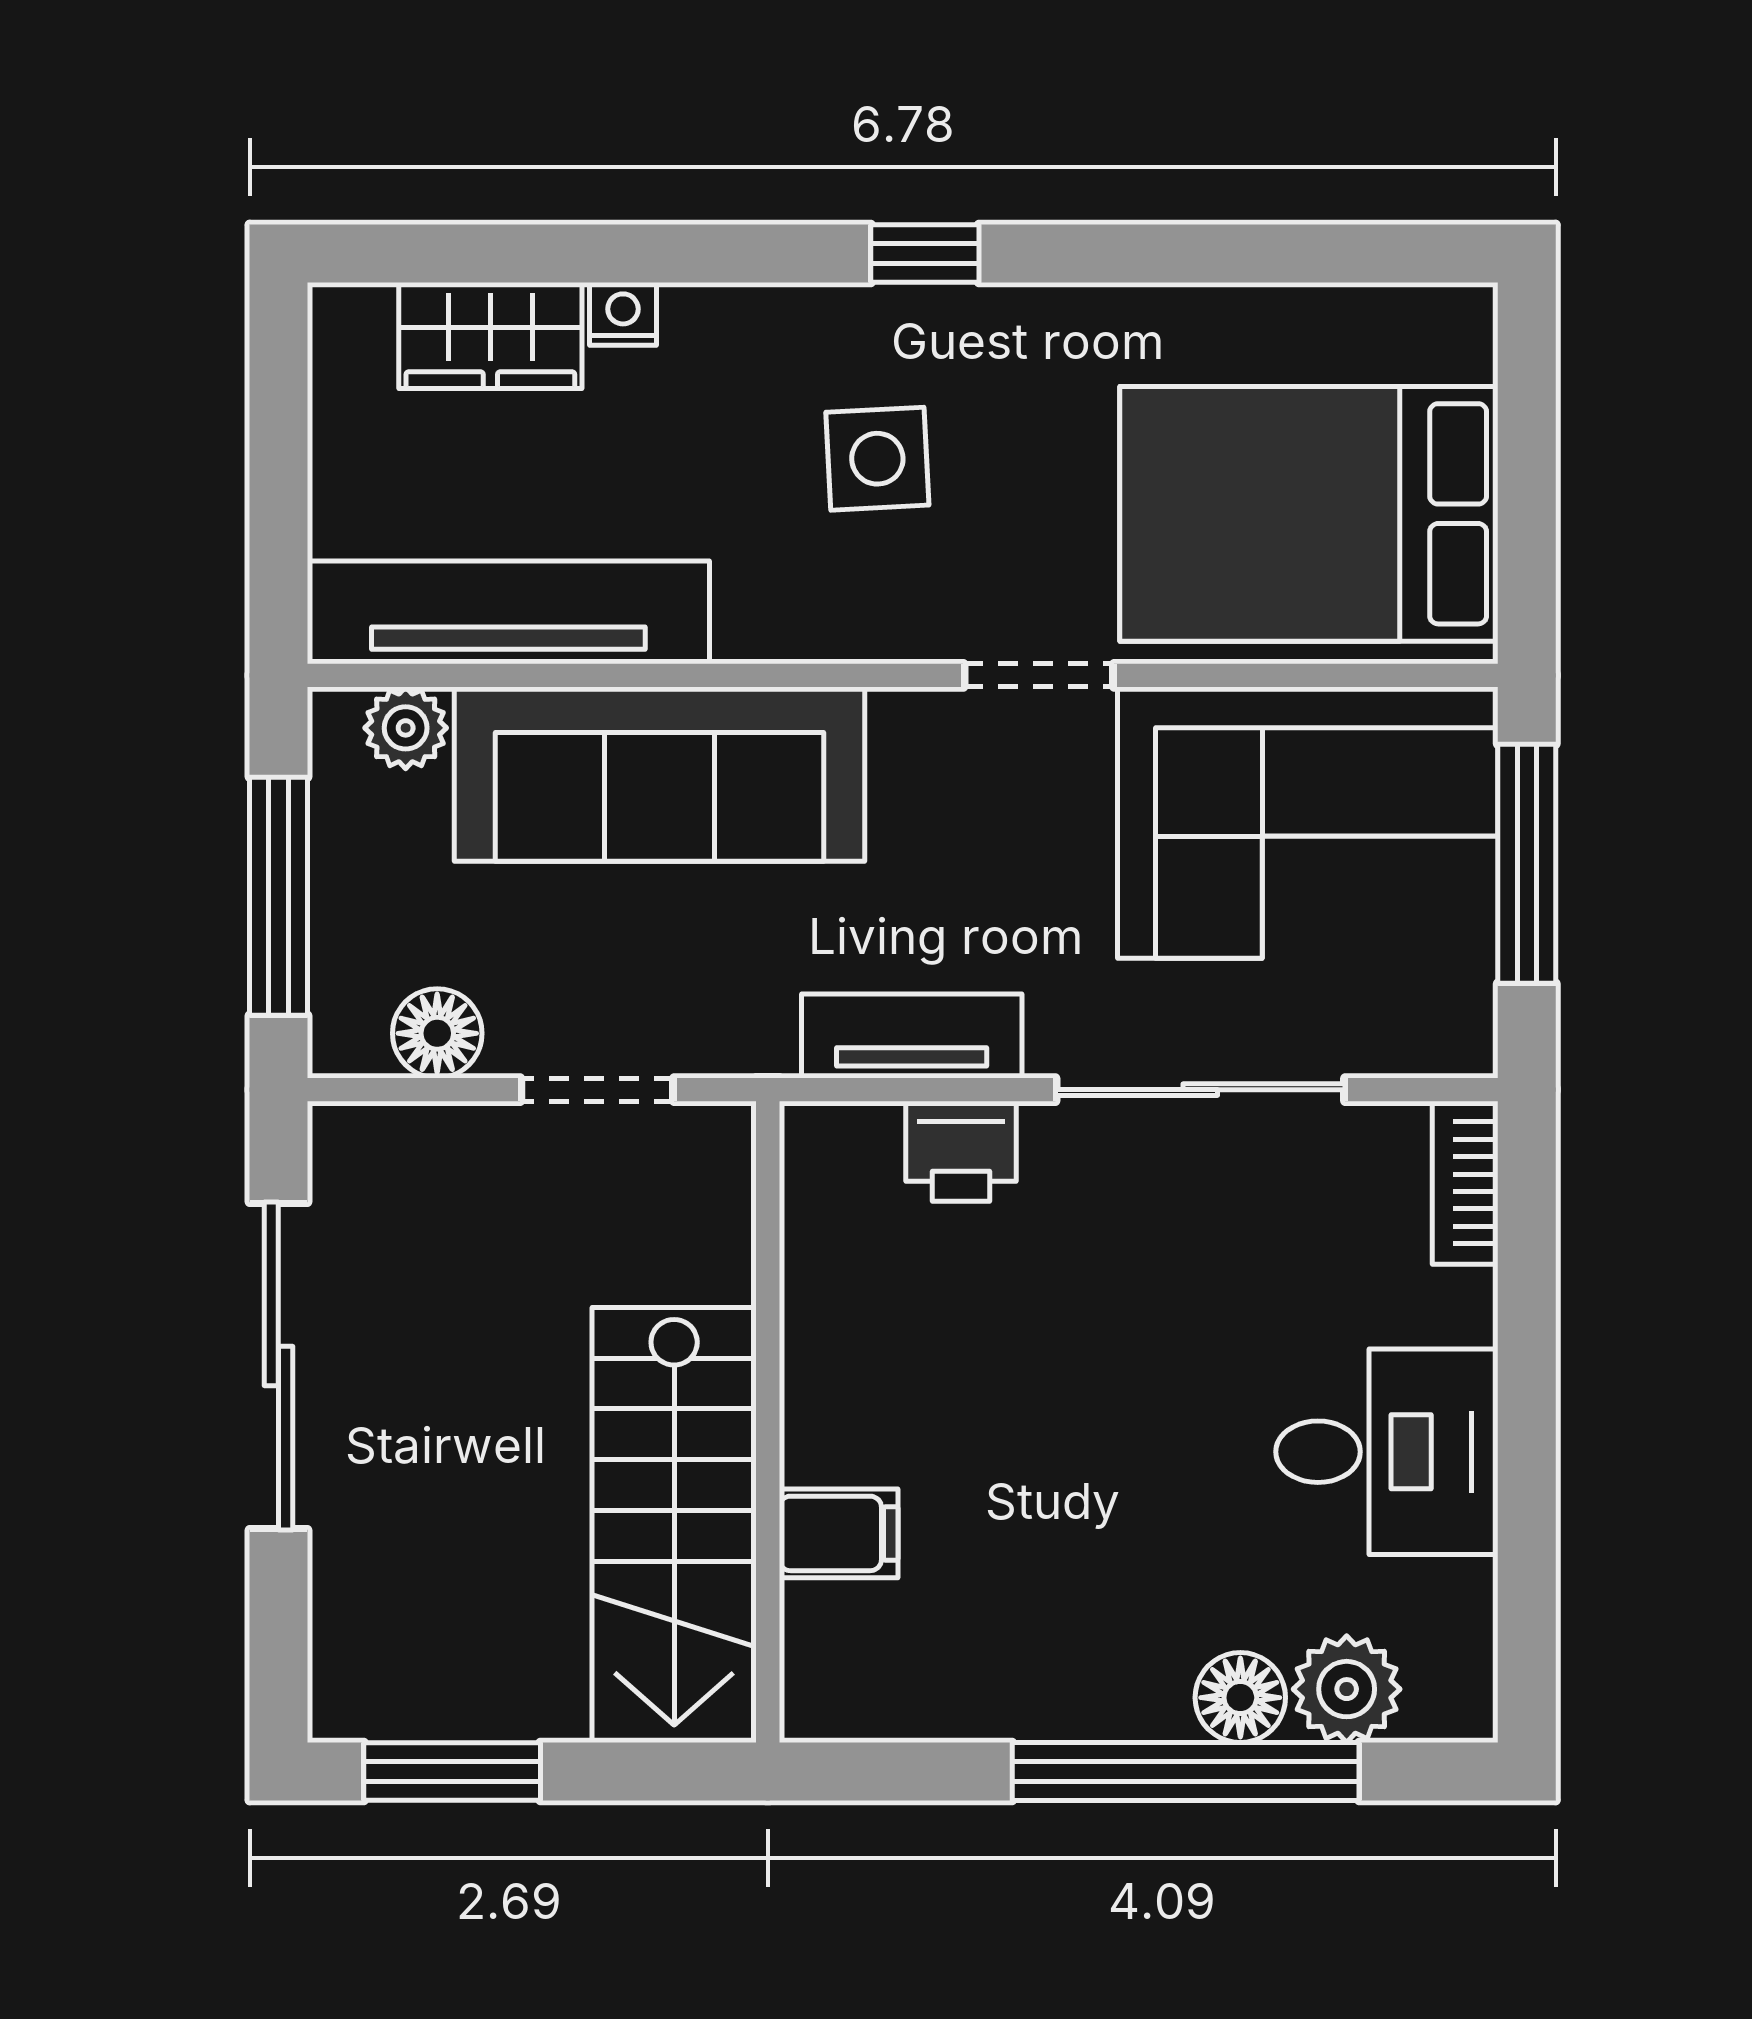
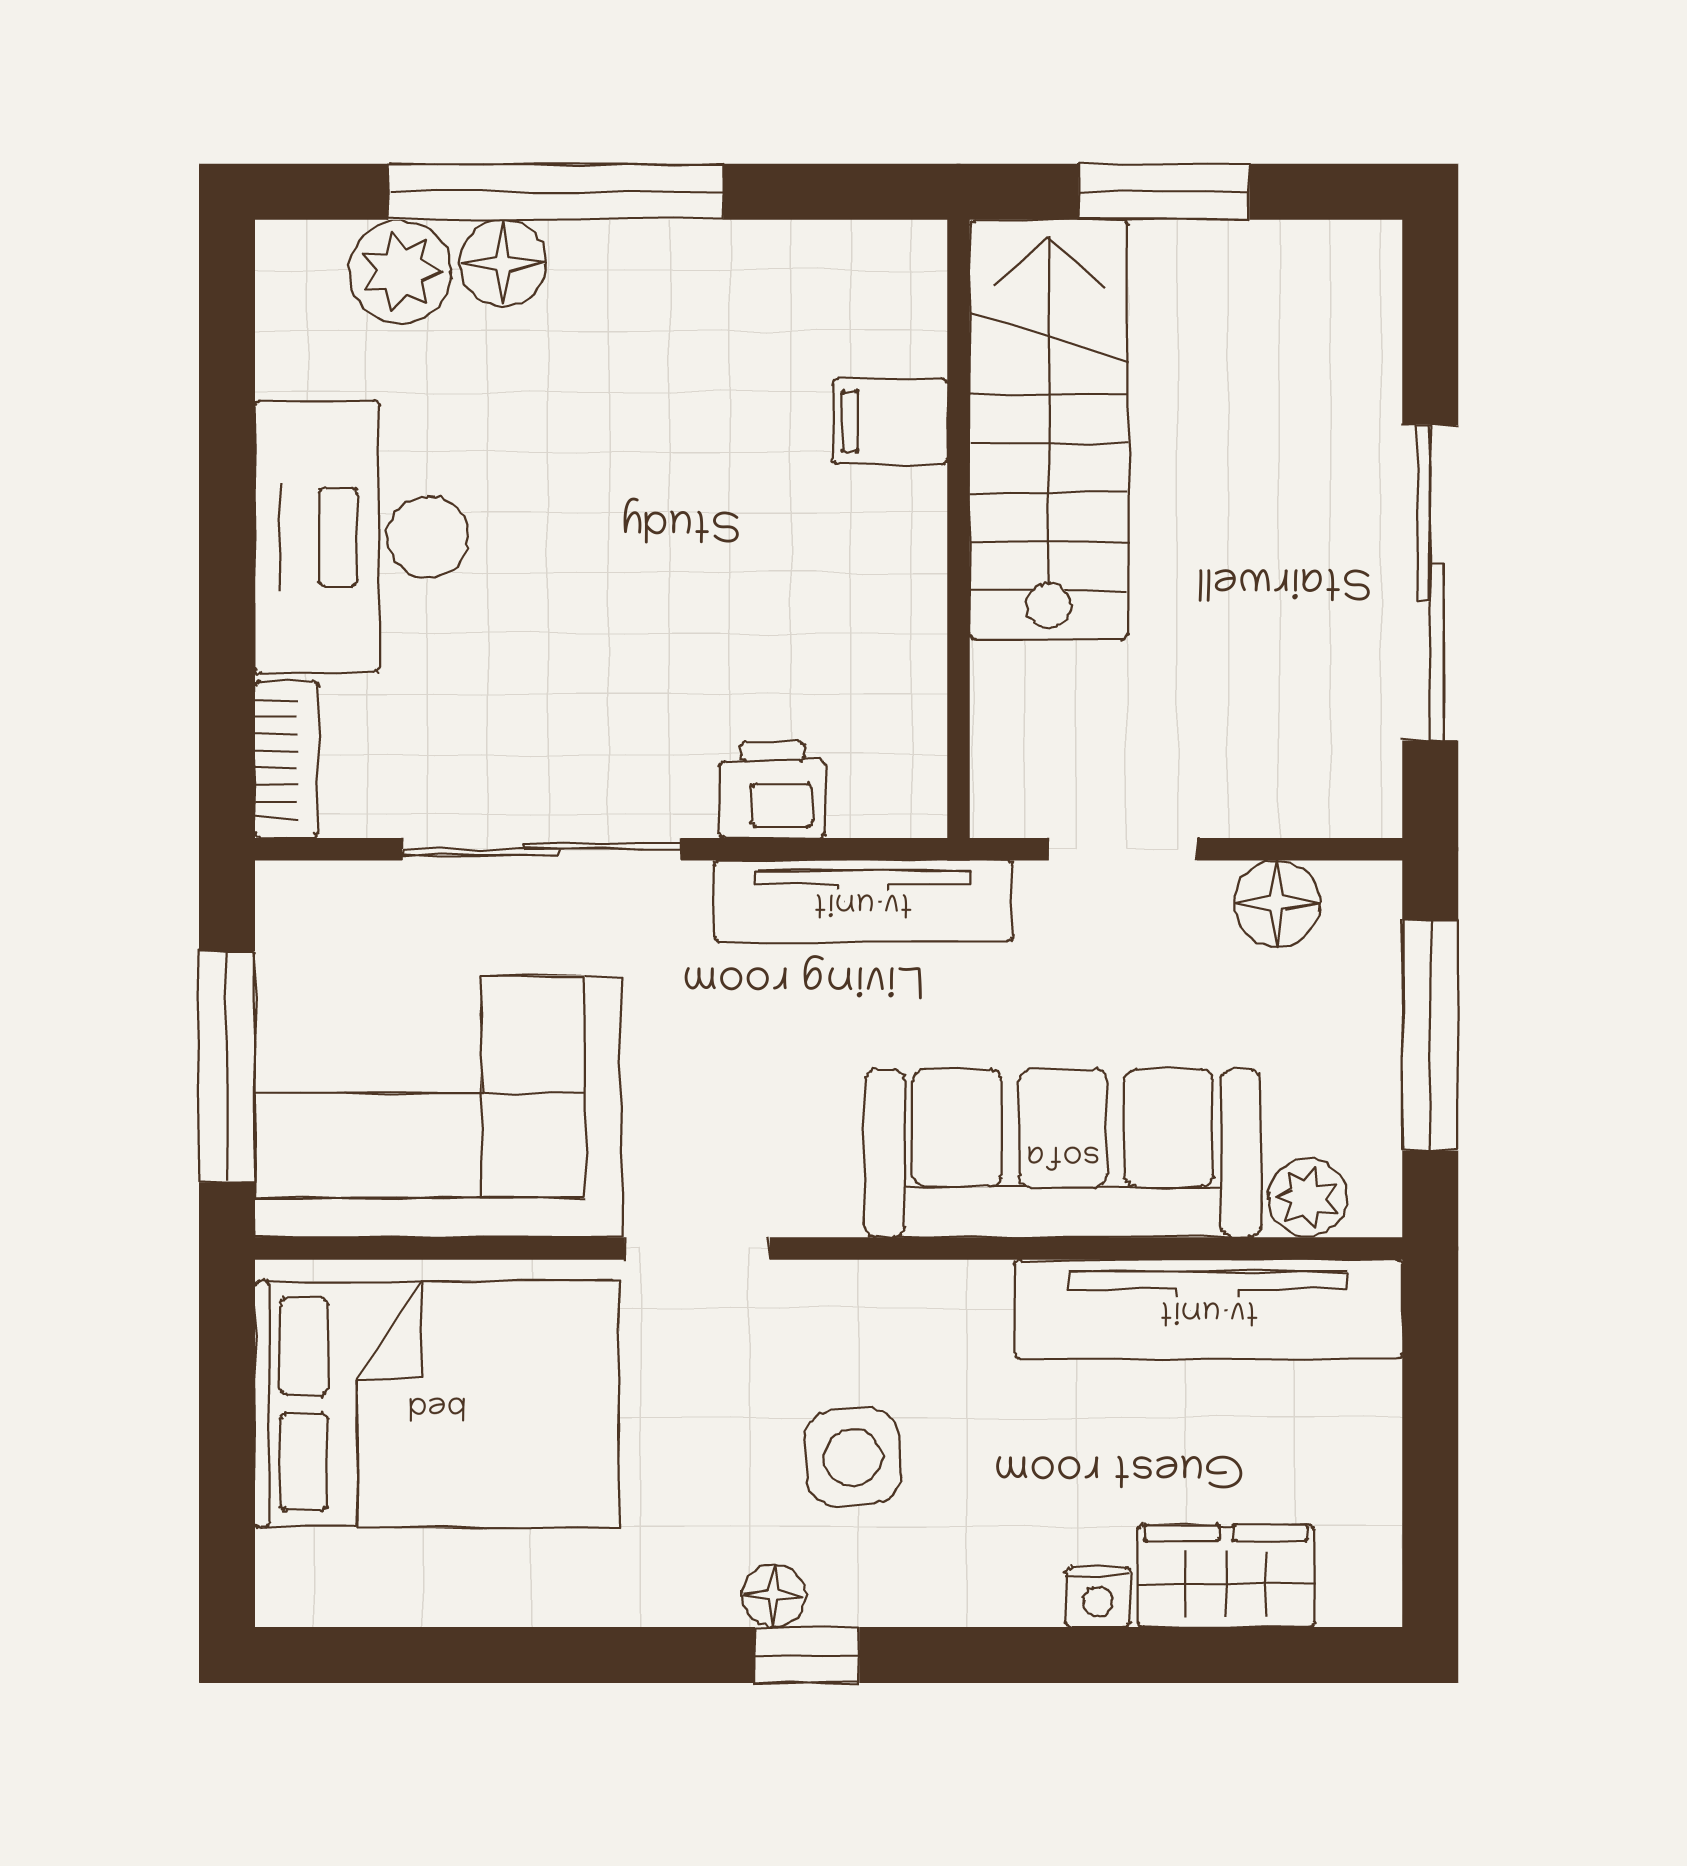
floor lamp: (959, 315) -> (774, 1596), added
tv unit: (912, 1036) -> (863, 901), width x1.41
desk: (1387, 1452) -> (362, 537), width x1.37
window: (452, 1771) -> (1164, 192), moved

